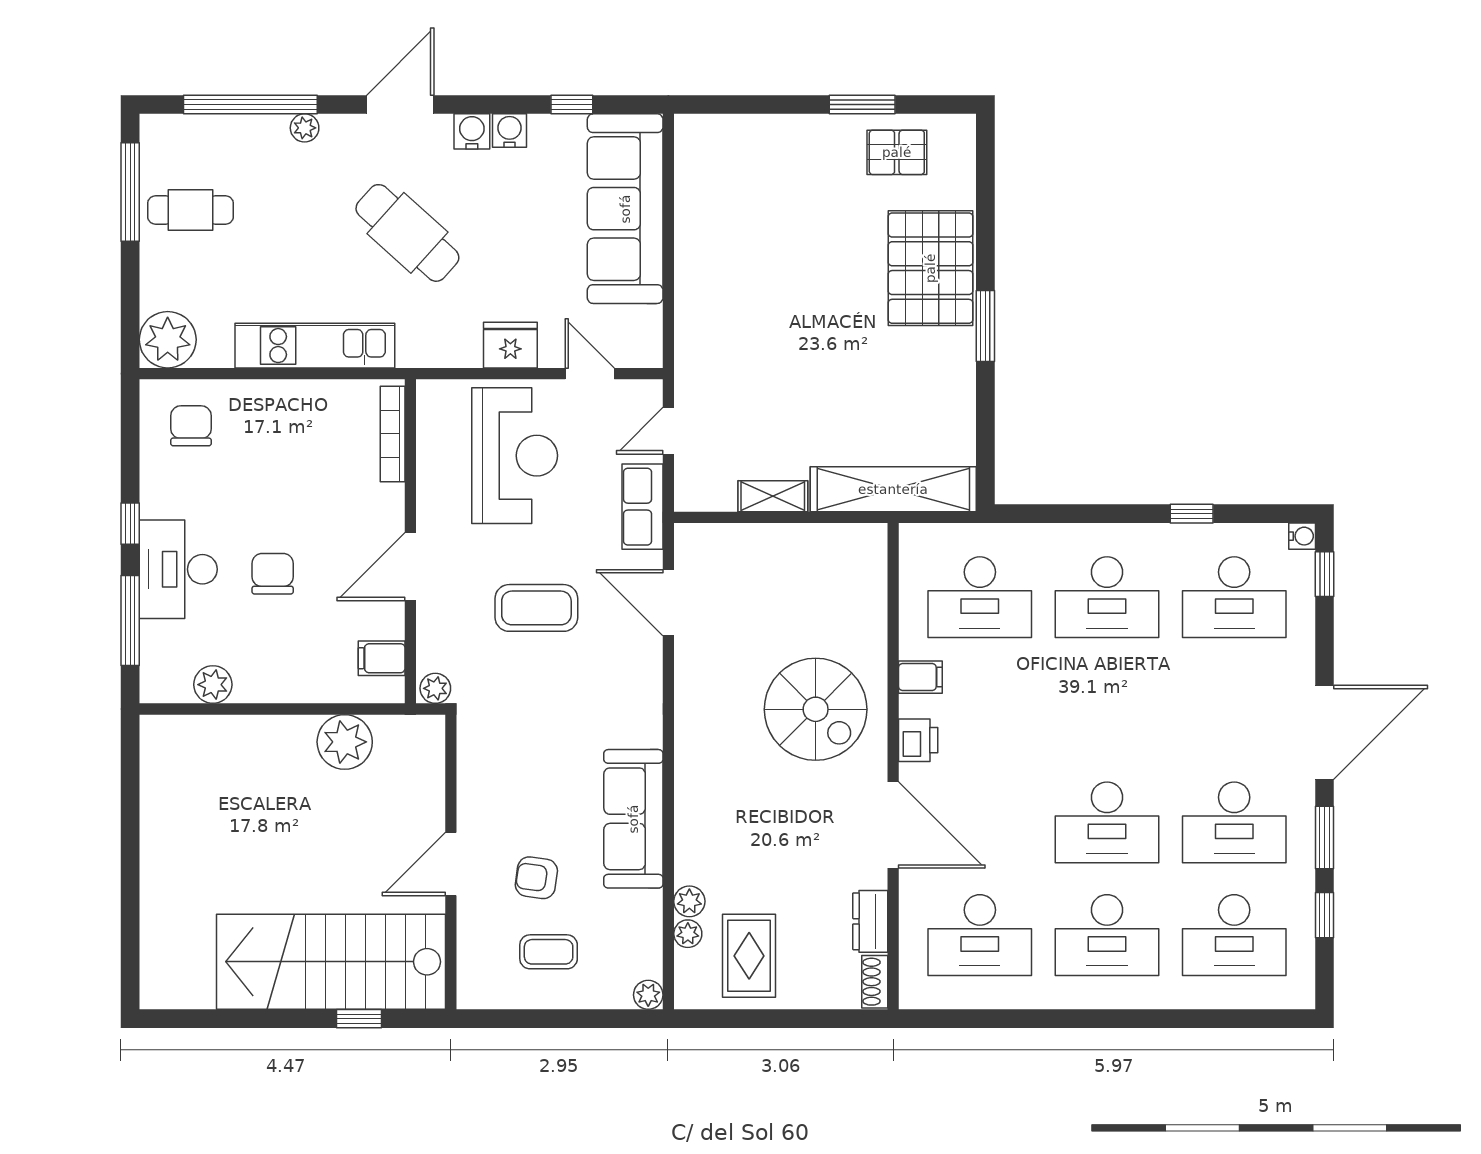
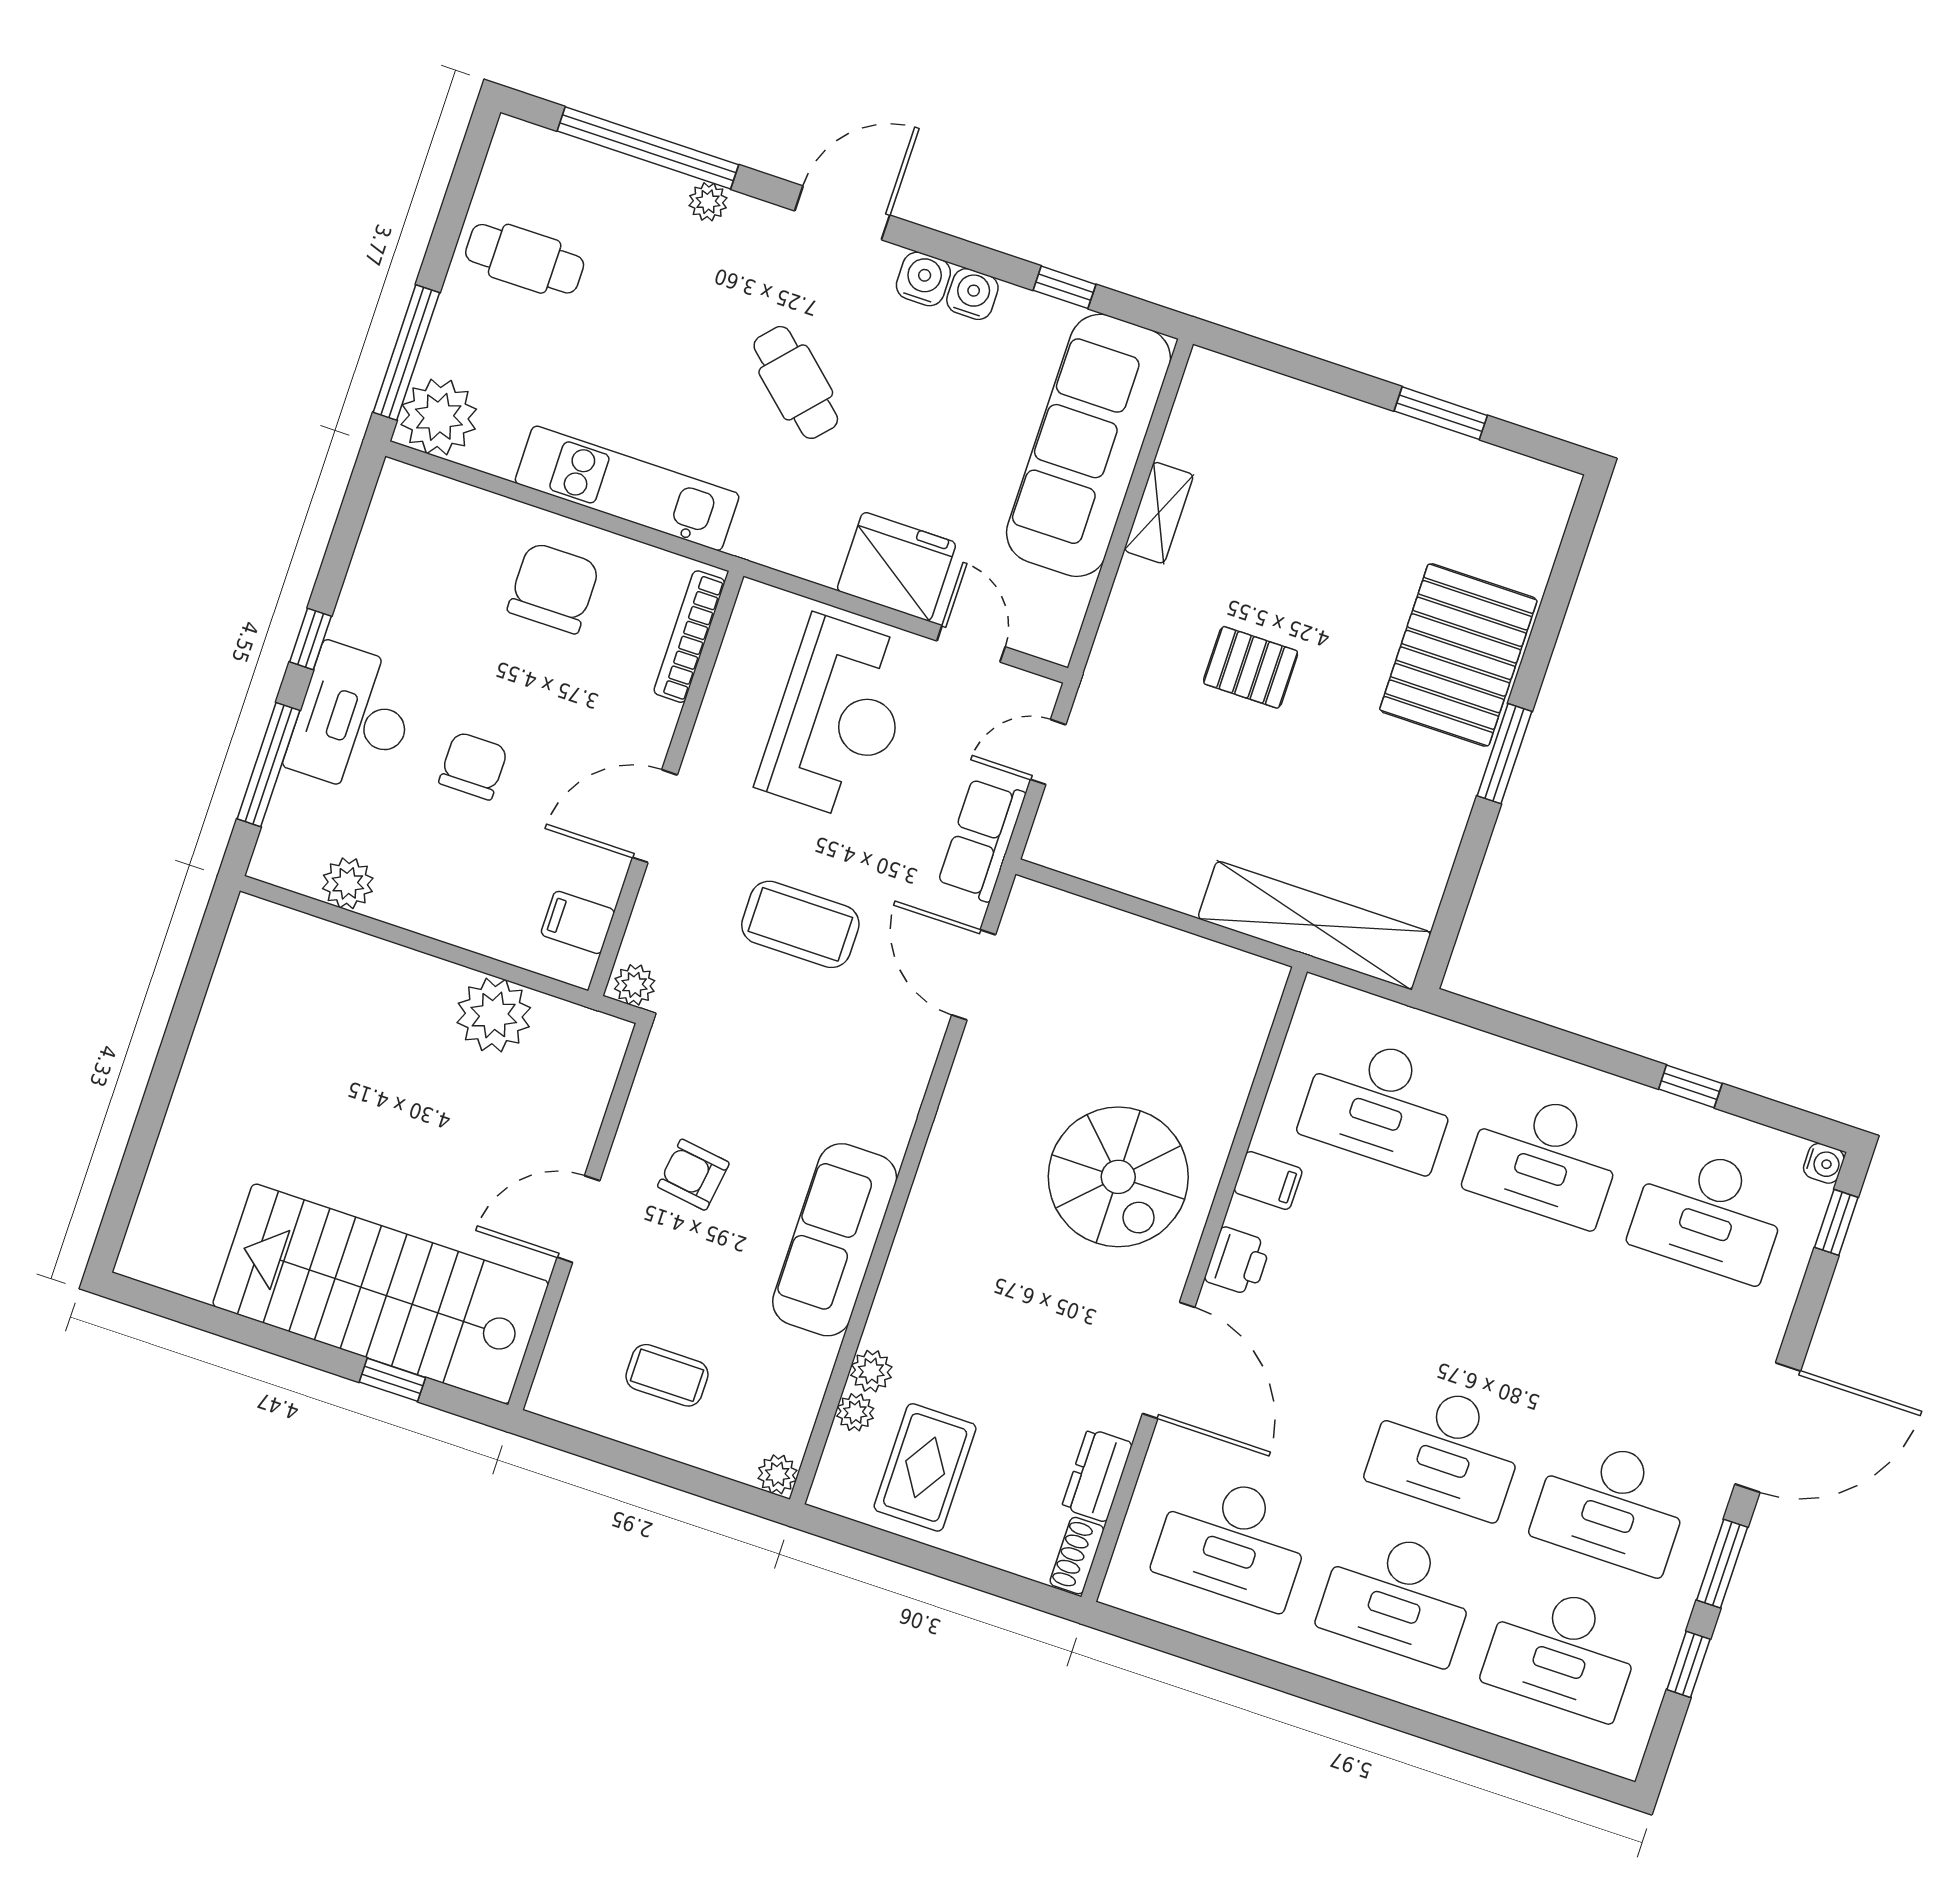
pallet: (897, 152) -> (1251, 667), moved
window: (130, 192) -> (406, 353), moved
cafe table: (407, 233) -> (796, 382), width x0.73, depth x0.74
fridge: (510, 345) -> (896, 567), width x1.36, depth x1.34
chair: (191, 426) -> (554, 588), moved, width x1.37, depth x1.37
shelving: (773, 496) -> (1159, 513), moved, turned 90
armchair: (536, 878) -> (693, 1175), moved

